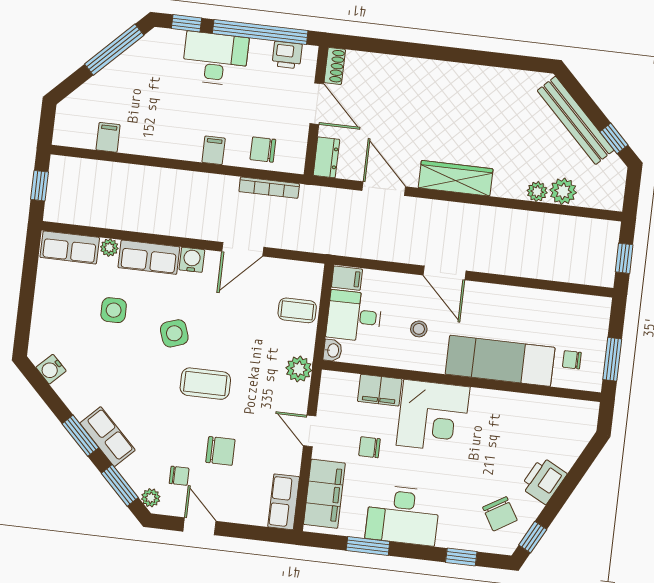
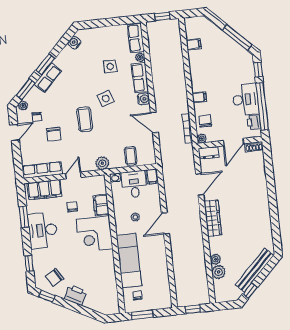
desk: (215, 59) -> (245, 99), moved
plant: (296, 164) -> (202, 139), added
row of seats: (284, 502) -> (42, 170), width x1.48

